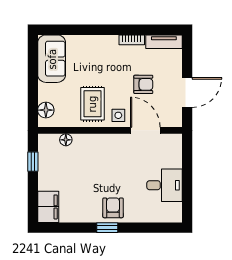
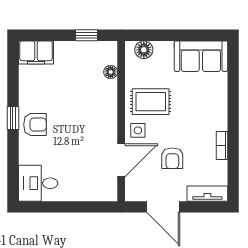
tv unit: (164, 42) -> (207, 194), moved, turned 90
desk: (164, 185) -> (38, 183), moved, turned 90

